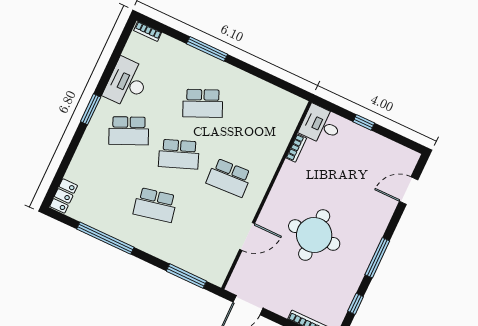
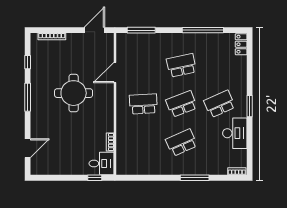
window: (364, 122) -> (95, 178), moved

